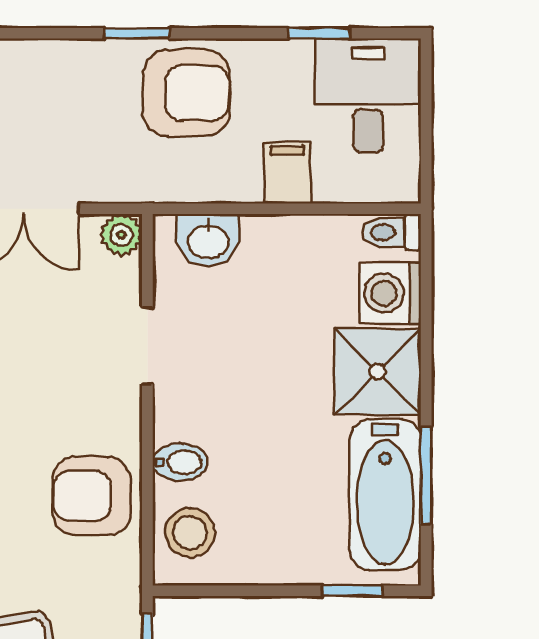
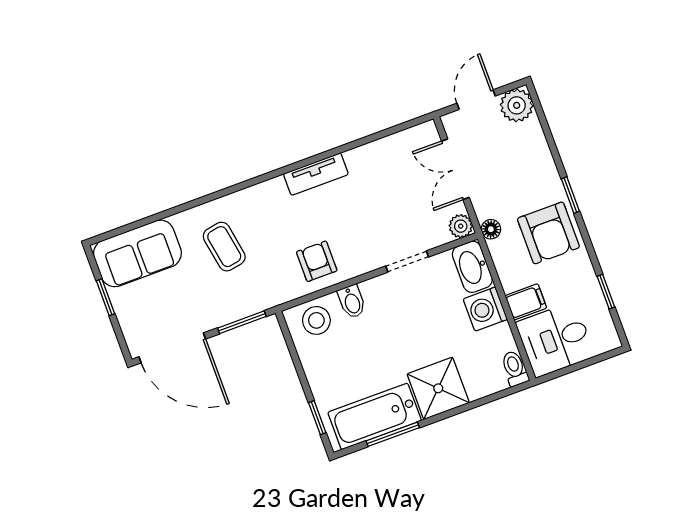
desk: (368, 95) -> (555, 339), moved, turned 180
floor lamp: (145, 186) -> (491, 229), added
washbasin: (208, 240) -> (472, 267), width x1.38
washing machine: (390, 293) -> (485, 309), moved, turned -90
armchair: (92, 496) -> (317, 261), width x0.72, depth x0.72

